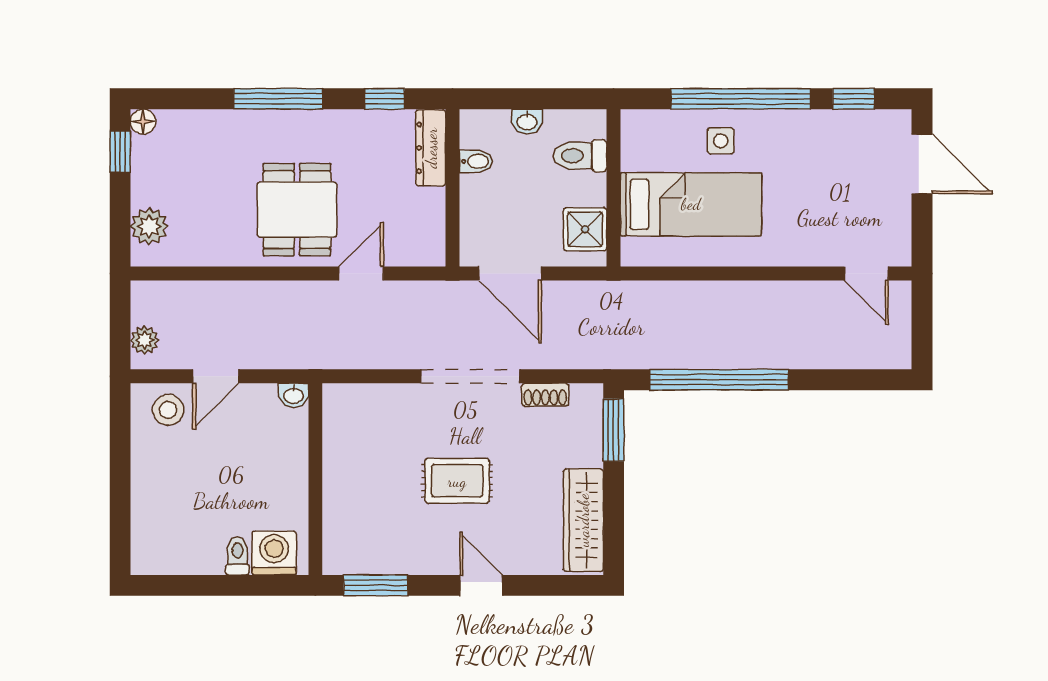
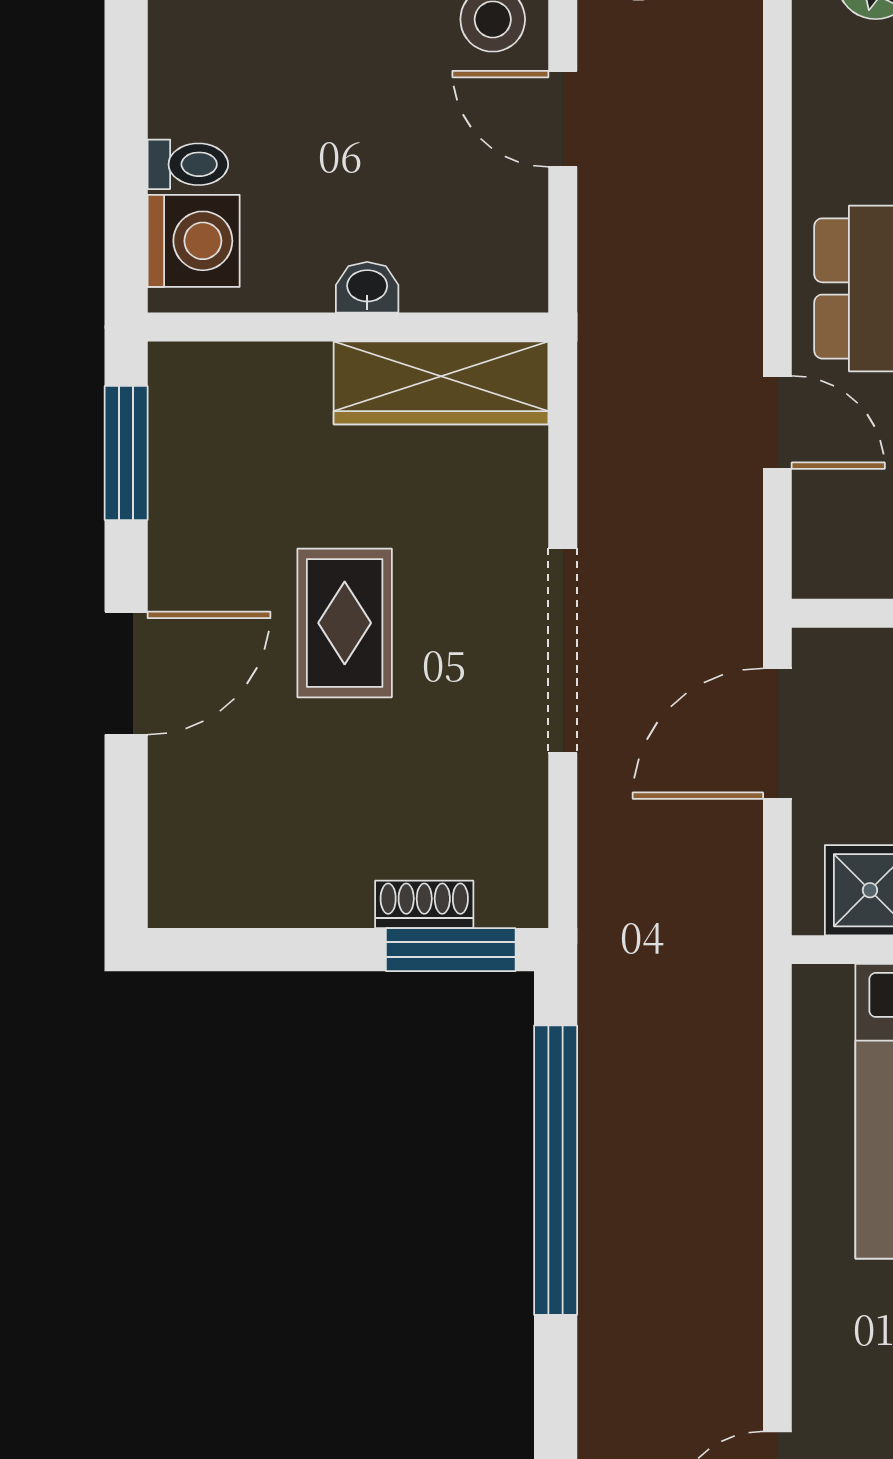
washbasin: (294, 395) -> (367, 287), moved, turned 90
shoe rack: (545, 395) -> (424, 904), moved, turned 90
wardrobe: (583, 520) -> (441, 383), moved, turned 180
door: (481, 585) -> (126, 673), width x1.38

